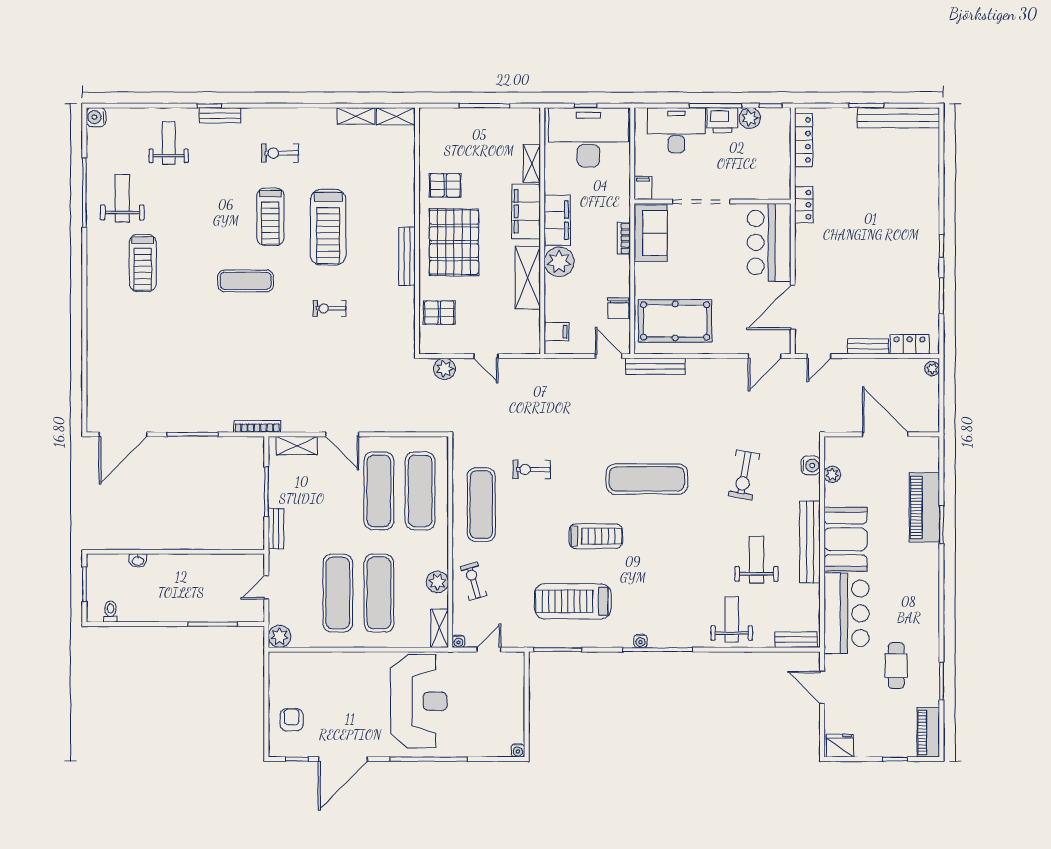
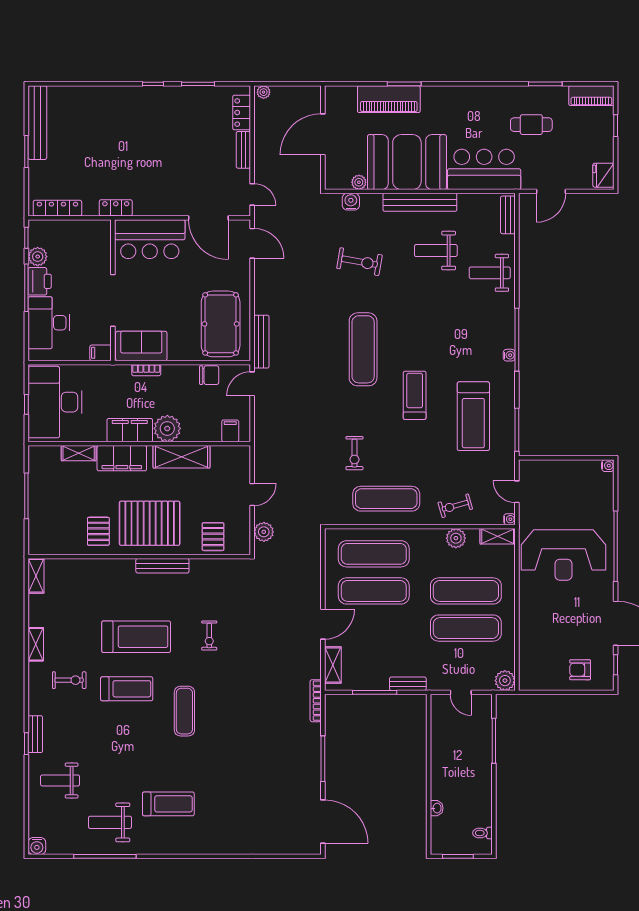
shelving: (356, 116) -> (36, 644), moved
exercise bike: (280, 153) -> (69, 680), turned -90
booth: (846, 539) -> (407, 162), width x1.36, depth x1.42
reception desk: (419, 701) -> (563, 555), turned 180

